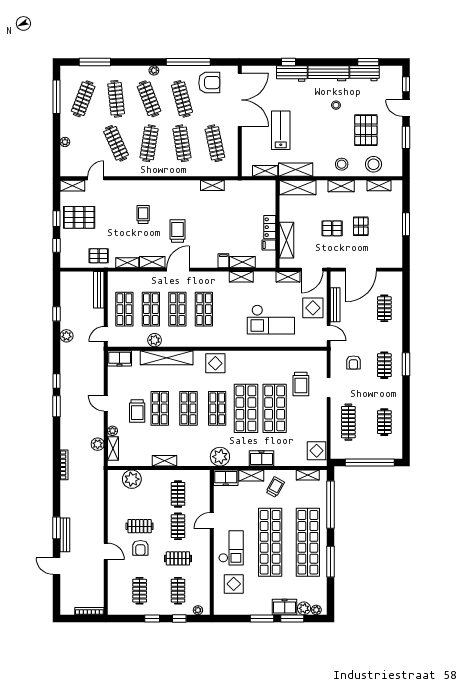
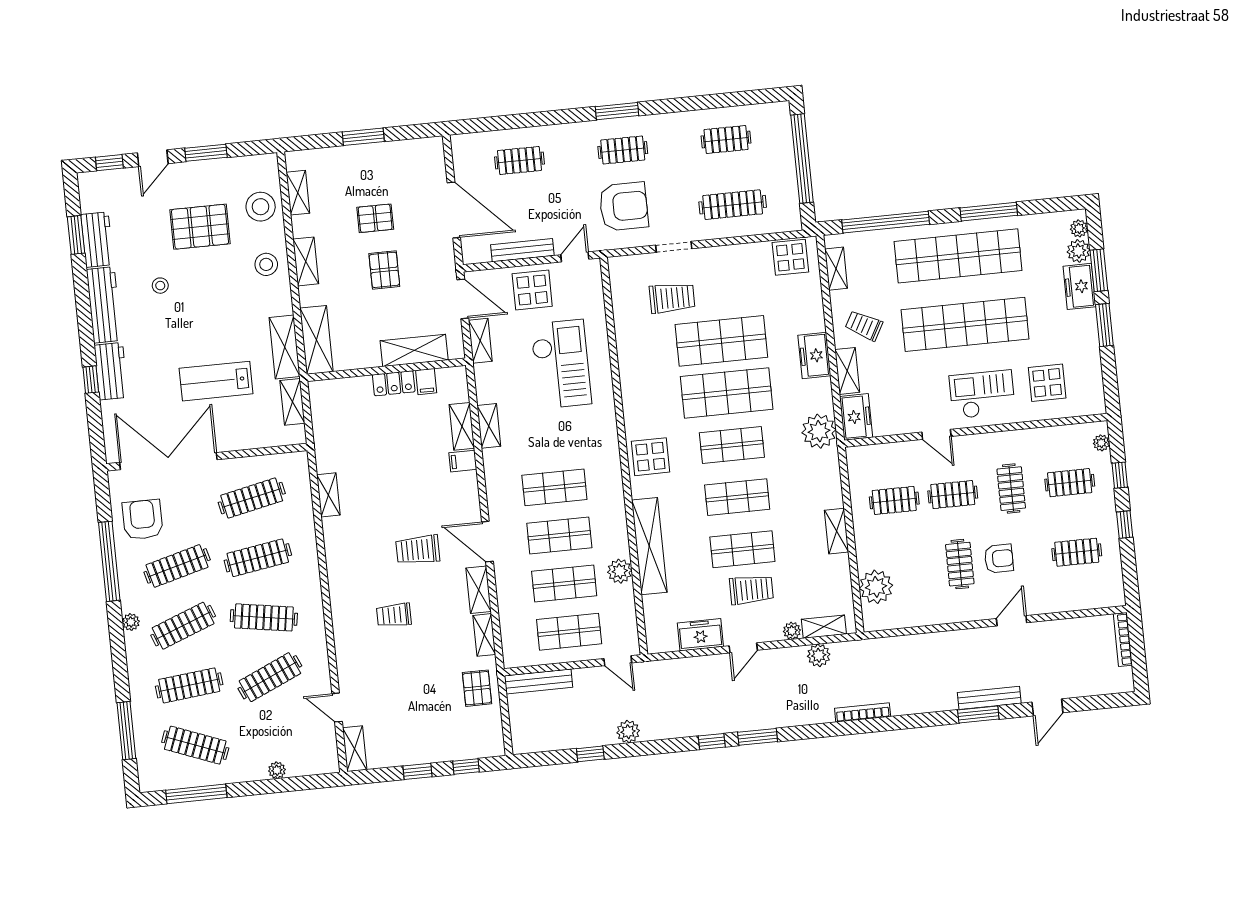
pallet: (79, 217) -> (411, 731), removed
freezer: (120, 358) -> (700, 635), moved, turned -90
armchair: (353, 363) -> (624, 206), width x1.88, depth x1.88

